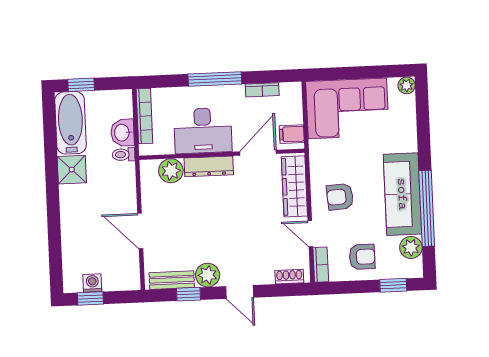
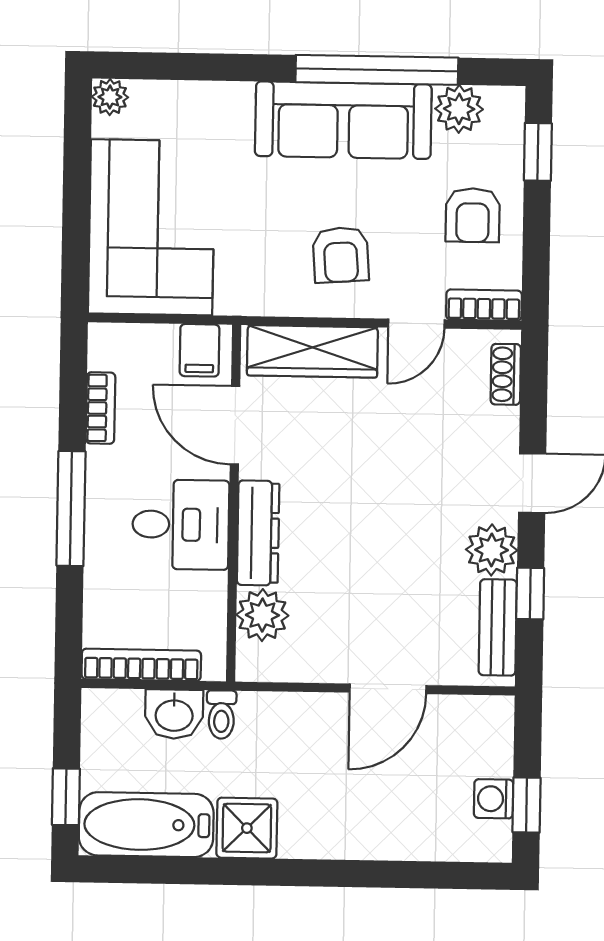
desk: (203, 131) -> (181, 525), width x0.73
armchair: (362, 257) -> (473, 215), turned 180

